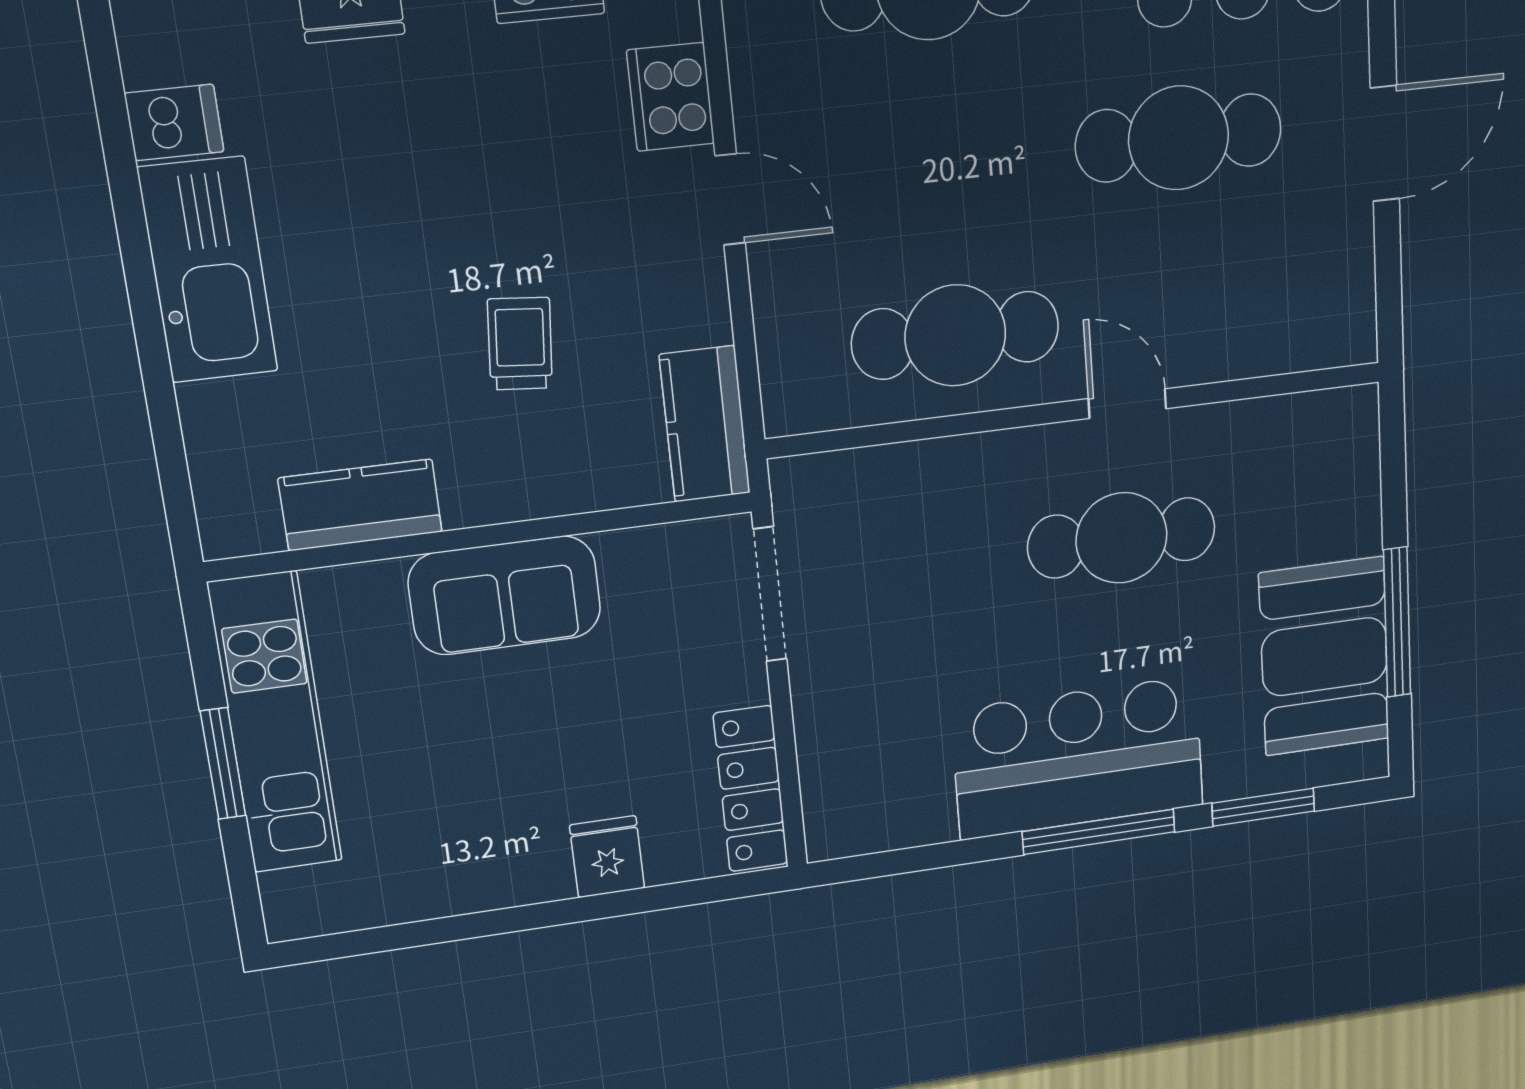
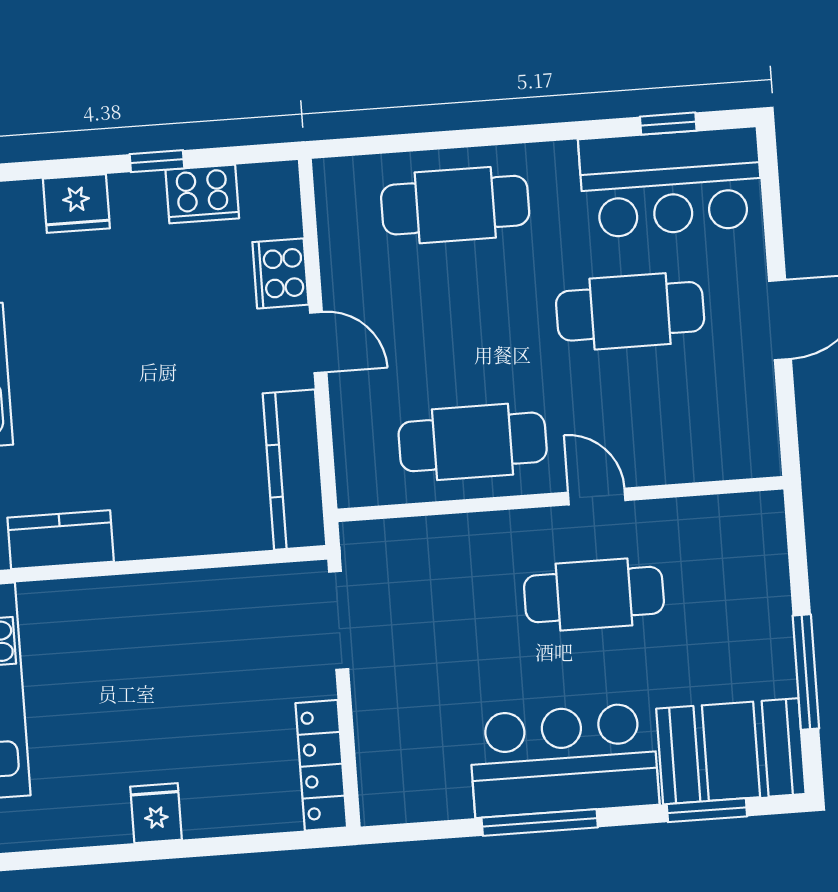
trolley: (520, 344) -> (173, 434), removed
kitchen counter: (705, 424) -> (295, 470), width x1.50
sofa: (505, 596) -> (154, 609), removed
booth: (1324, 657) -> (731, 751), moved, turned 90
window: (1099, 832) -> (540, 822), moved
fridge: (607, 857) -> (156, 813), moved

